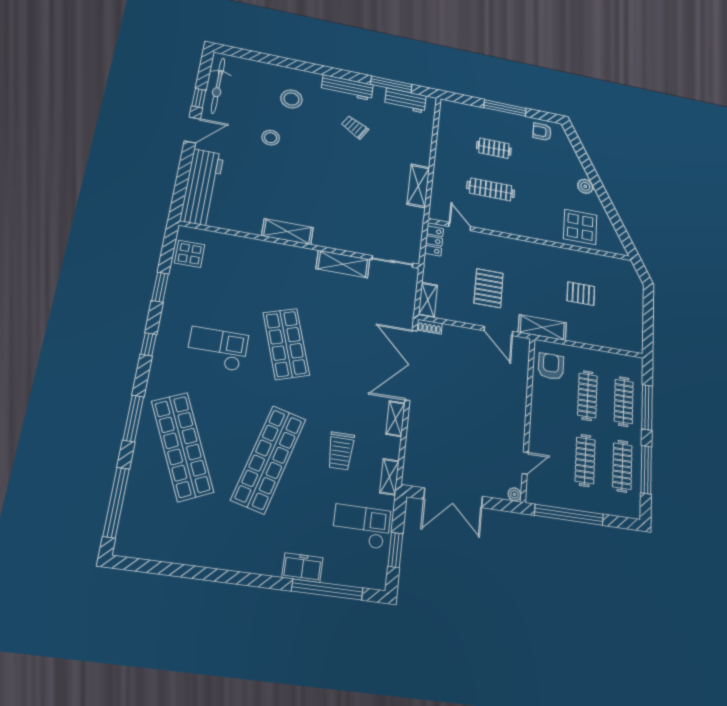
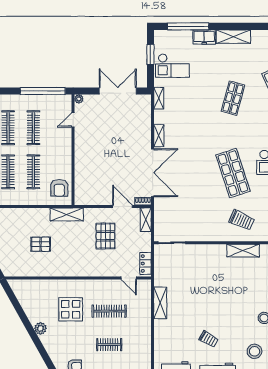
display table: (580, 227) -> (71, 309), moved
shelving: (343, 264) -> (233, 37), moved
door: (498, 331) -> (122, 206), moved
trolley: (341, 451) -> (242, 220), moved, turned 114
shop shelf: (269, 459) -> (233, 98), width x0.50, depth x0.74

